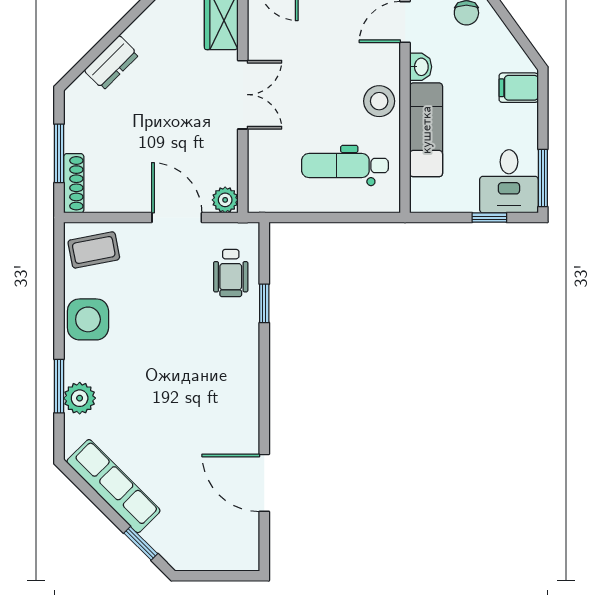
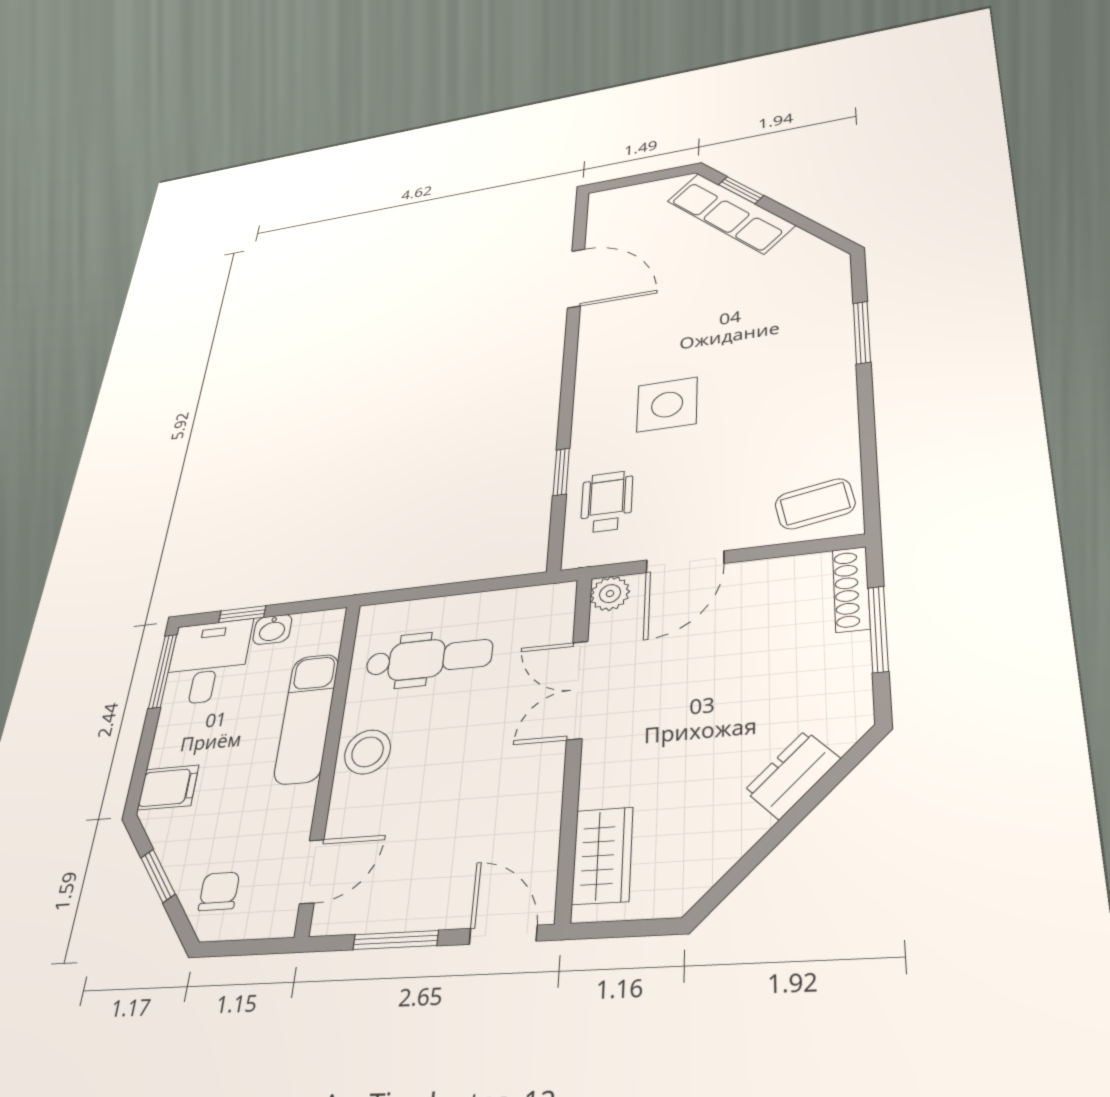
window: (512, 26) -> (158, 876), added
washbasin: (421, 67) -> (272, 629), moved, turned -90
double door: (243, 95) -> (577, 690), moved
door: (177, 218) -> (685, 562), hinge flipped
side table: (88, 319) -> (667, 405), moved
plant: (80, 398) -> (830, 324), removed
row of seats: (113, 486) -> (730, 213), moved

